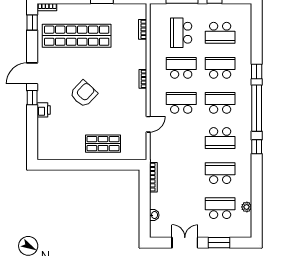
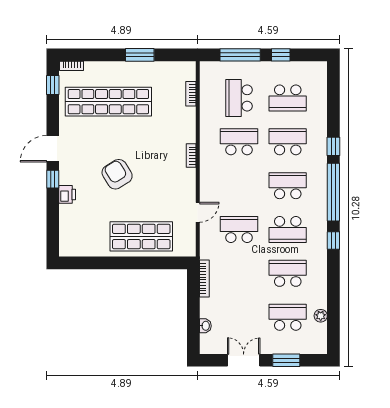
armchair: (84, 94) -> (117, 174), turned -75
school desk: (181, 103) -> (239, 230), moved
shop shelf: (103, 144) -> (141, 236), width x1.43, depth x1.36

